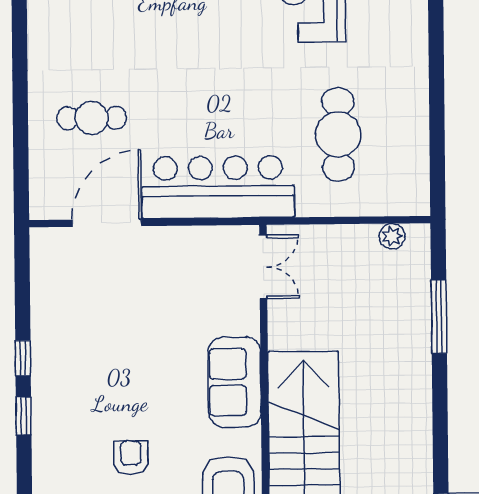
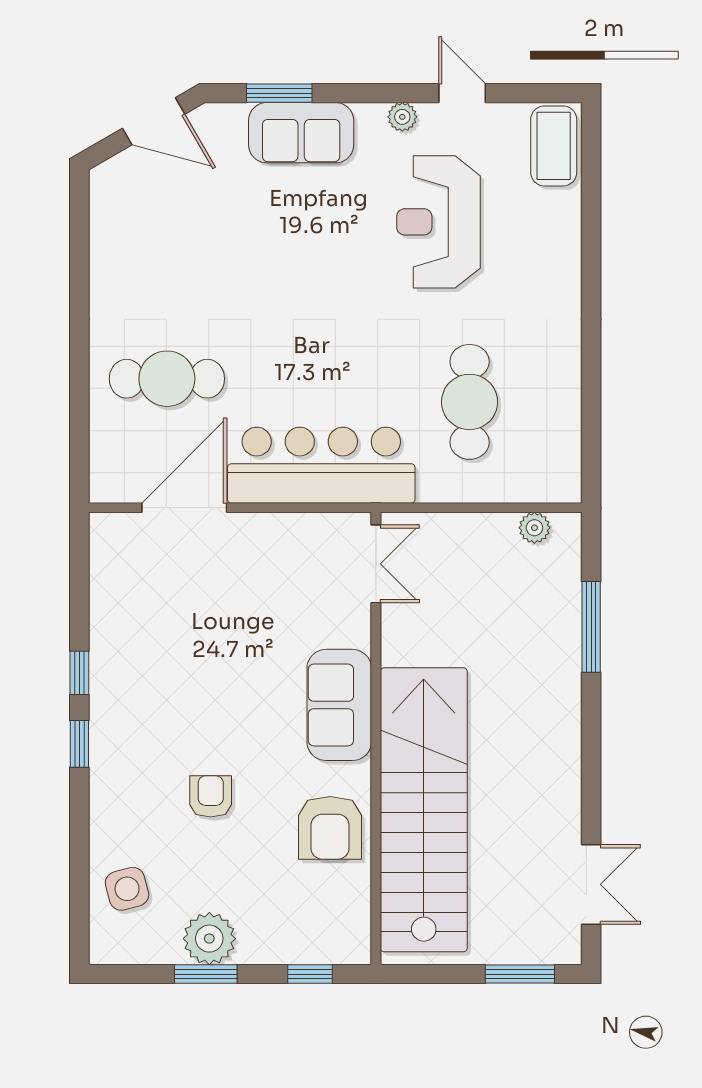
cafe table: (92, 118) -> (167, 379), width x1.37, depth x1.35

